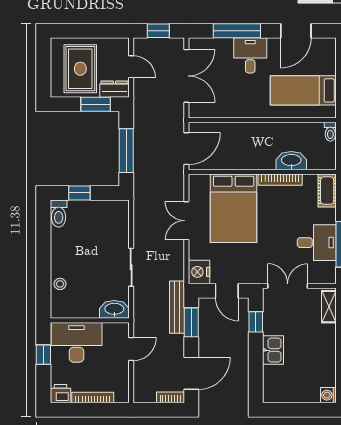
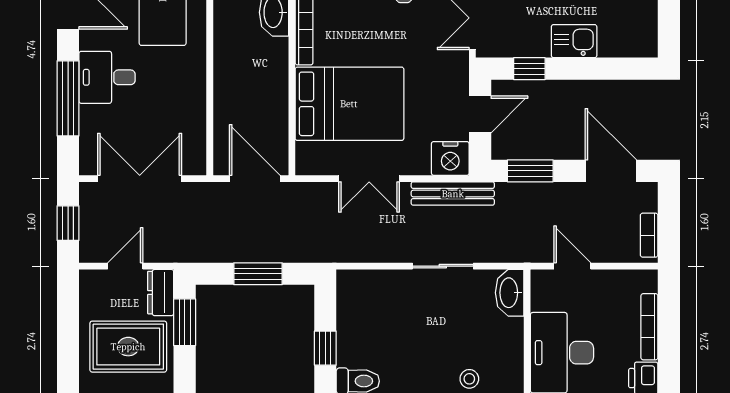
window: (126, 151) -> (258, 274), width x0.69
bench: (177, 307) -> (453, 194), moved
bookcase: (170, 397) -> (649, 235), moved

